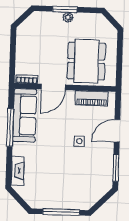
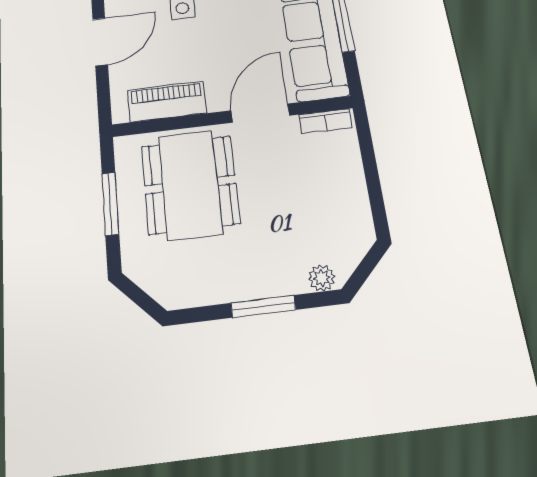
plant: (68, 17) -> (322, 278), moved
window: (119, 58) -> (110, 204), added

